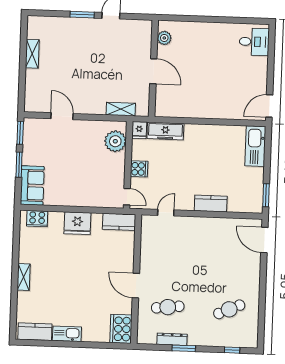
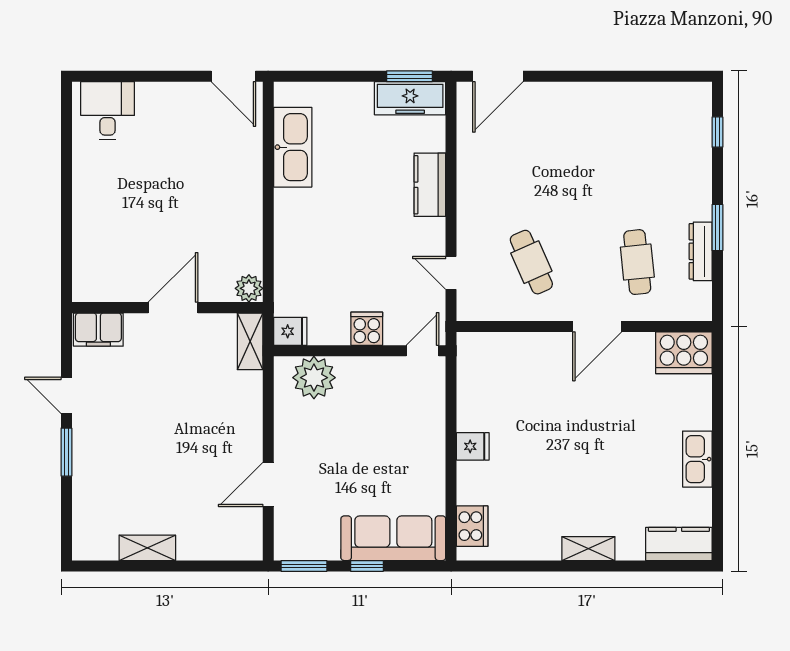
filing cabinet: (144, 33) -> (98, 330), added
plant: (164, 38) -> (249, 288), moved
shelving: (121, 109) -> (250, 341), moved
freezer: (165, 131) -> (410, 98), moved, turned 90
kitchen sink: (255, 146) -> (293, 147), moved, turned -90
window: (19, 165) -> (367, 566), width x0.67
sofa: (32, 185) -> (393, 538), width x1.36
kitchen counter: (119, 222) -> (473, 364), removed
fridge: (77, 223) -> (473, 446), width x0.53, depth x0.75
cafe table: (229, 309) -> (531, 262), moved
kitchen counter: (35, 332) -> (679, 544), moved, turned 90

